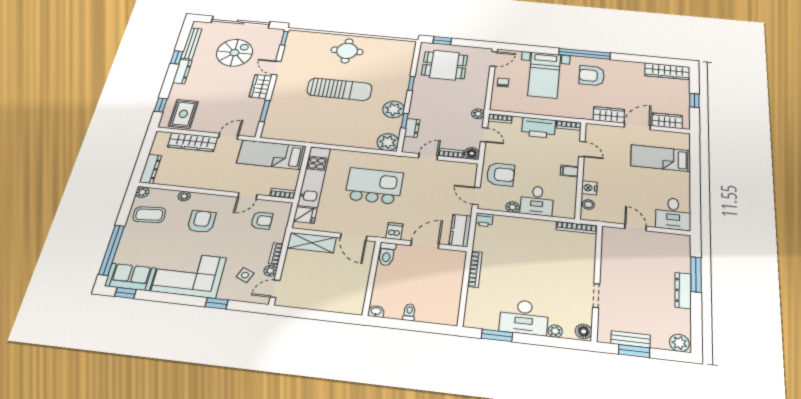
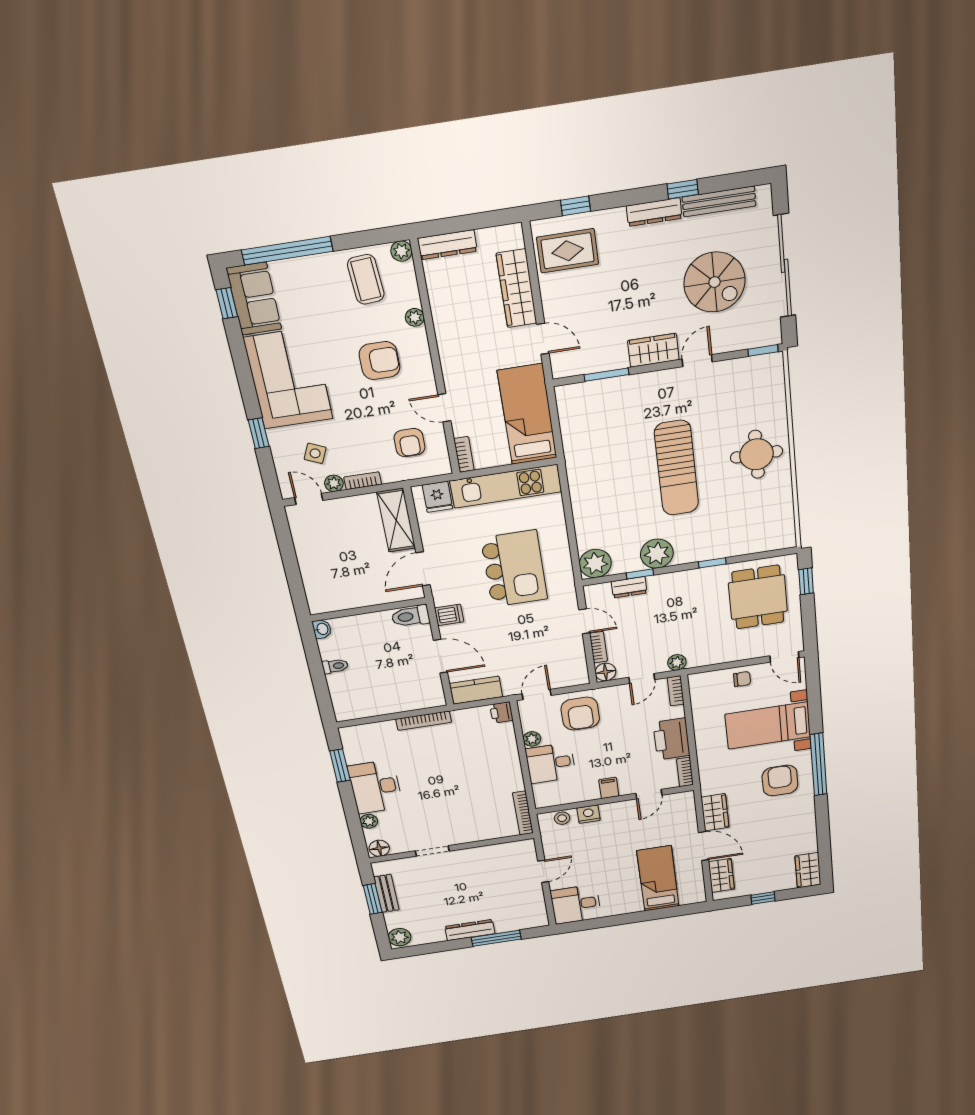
wardrobe: (667, 71) -> (808, 870), width x0.67

